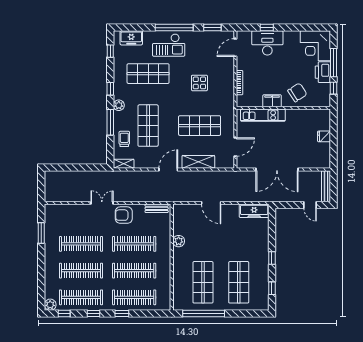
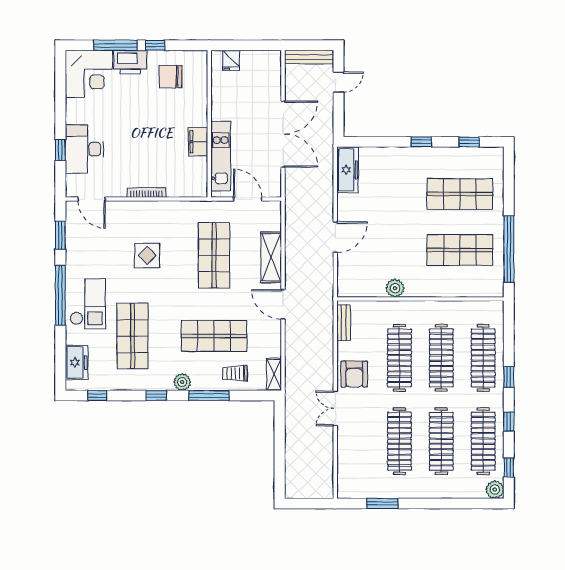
chair: (297, 92) -> (170, 77), moved, turned -57
filing cabinet: (272, 101) -> (198, 142), moved
wall: (283, 108) -> (209, 124), moved
kitchen unit: (263, 115) -> (221, 156), moved

